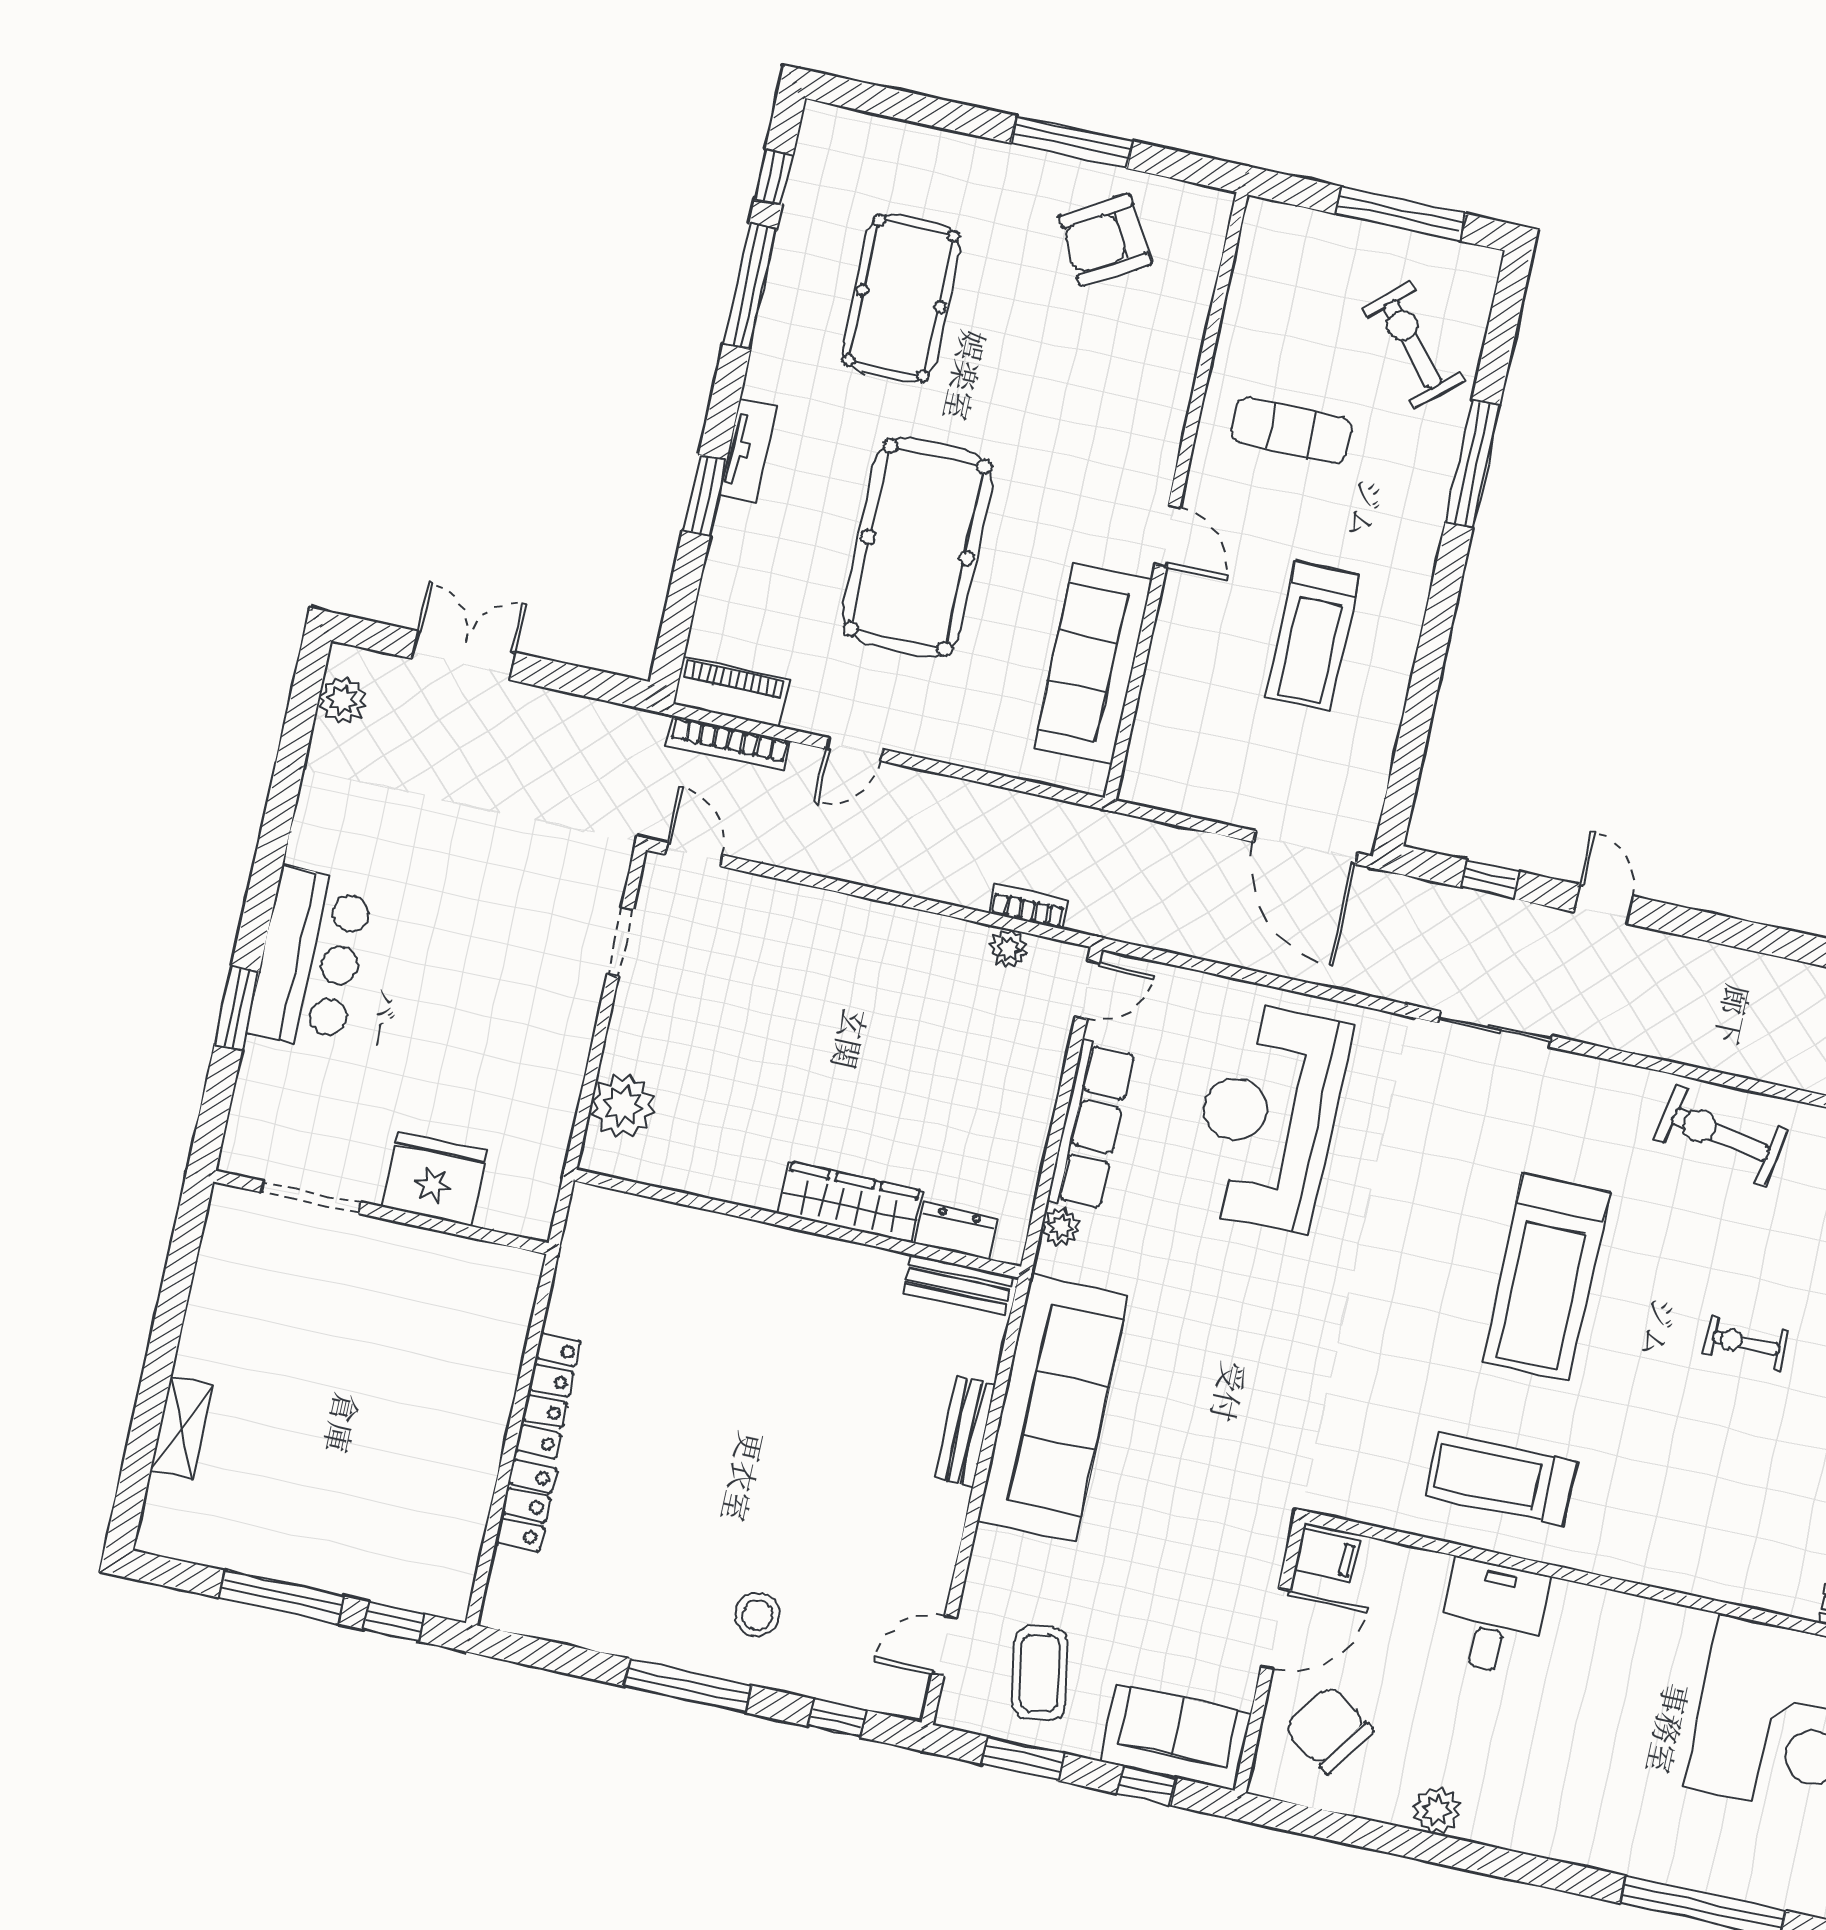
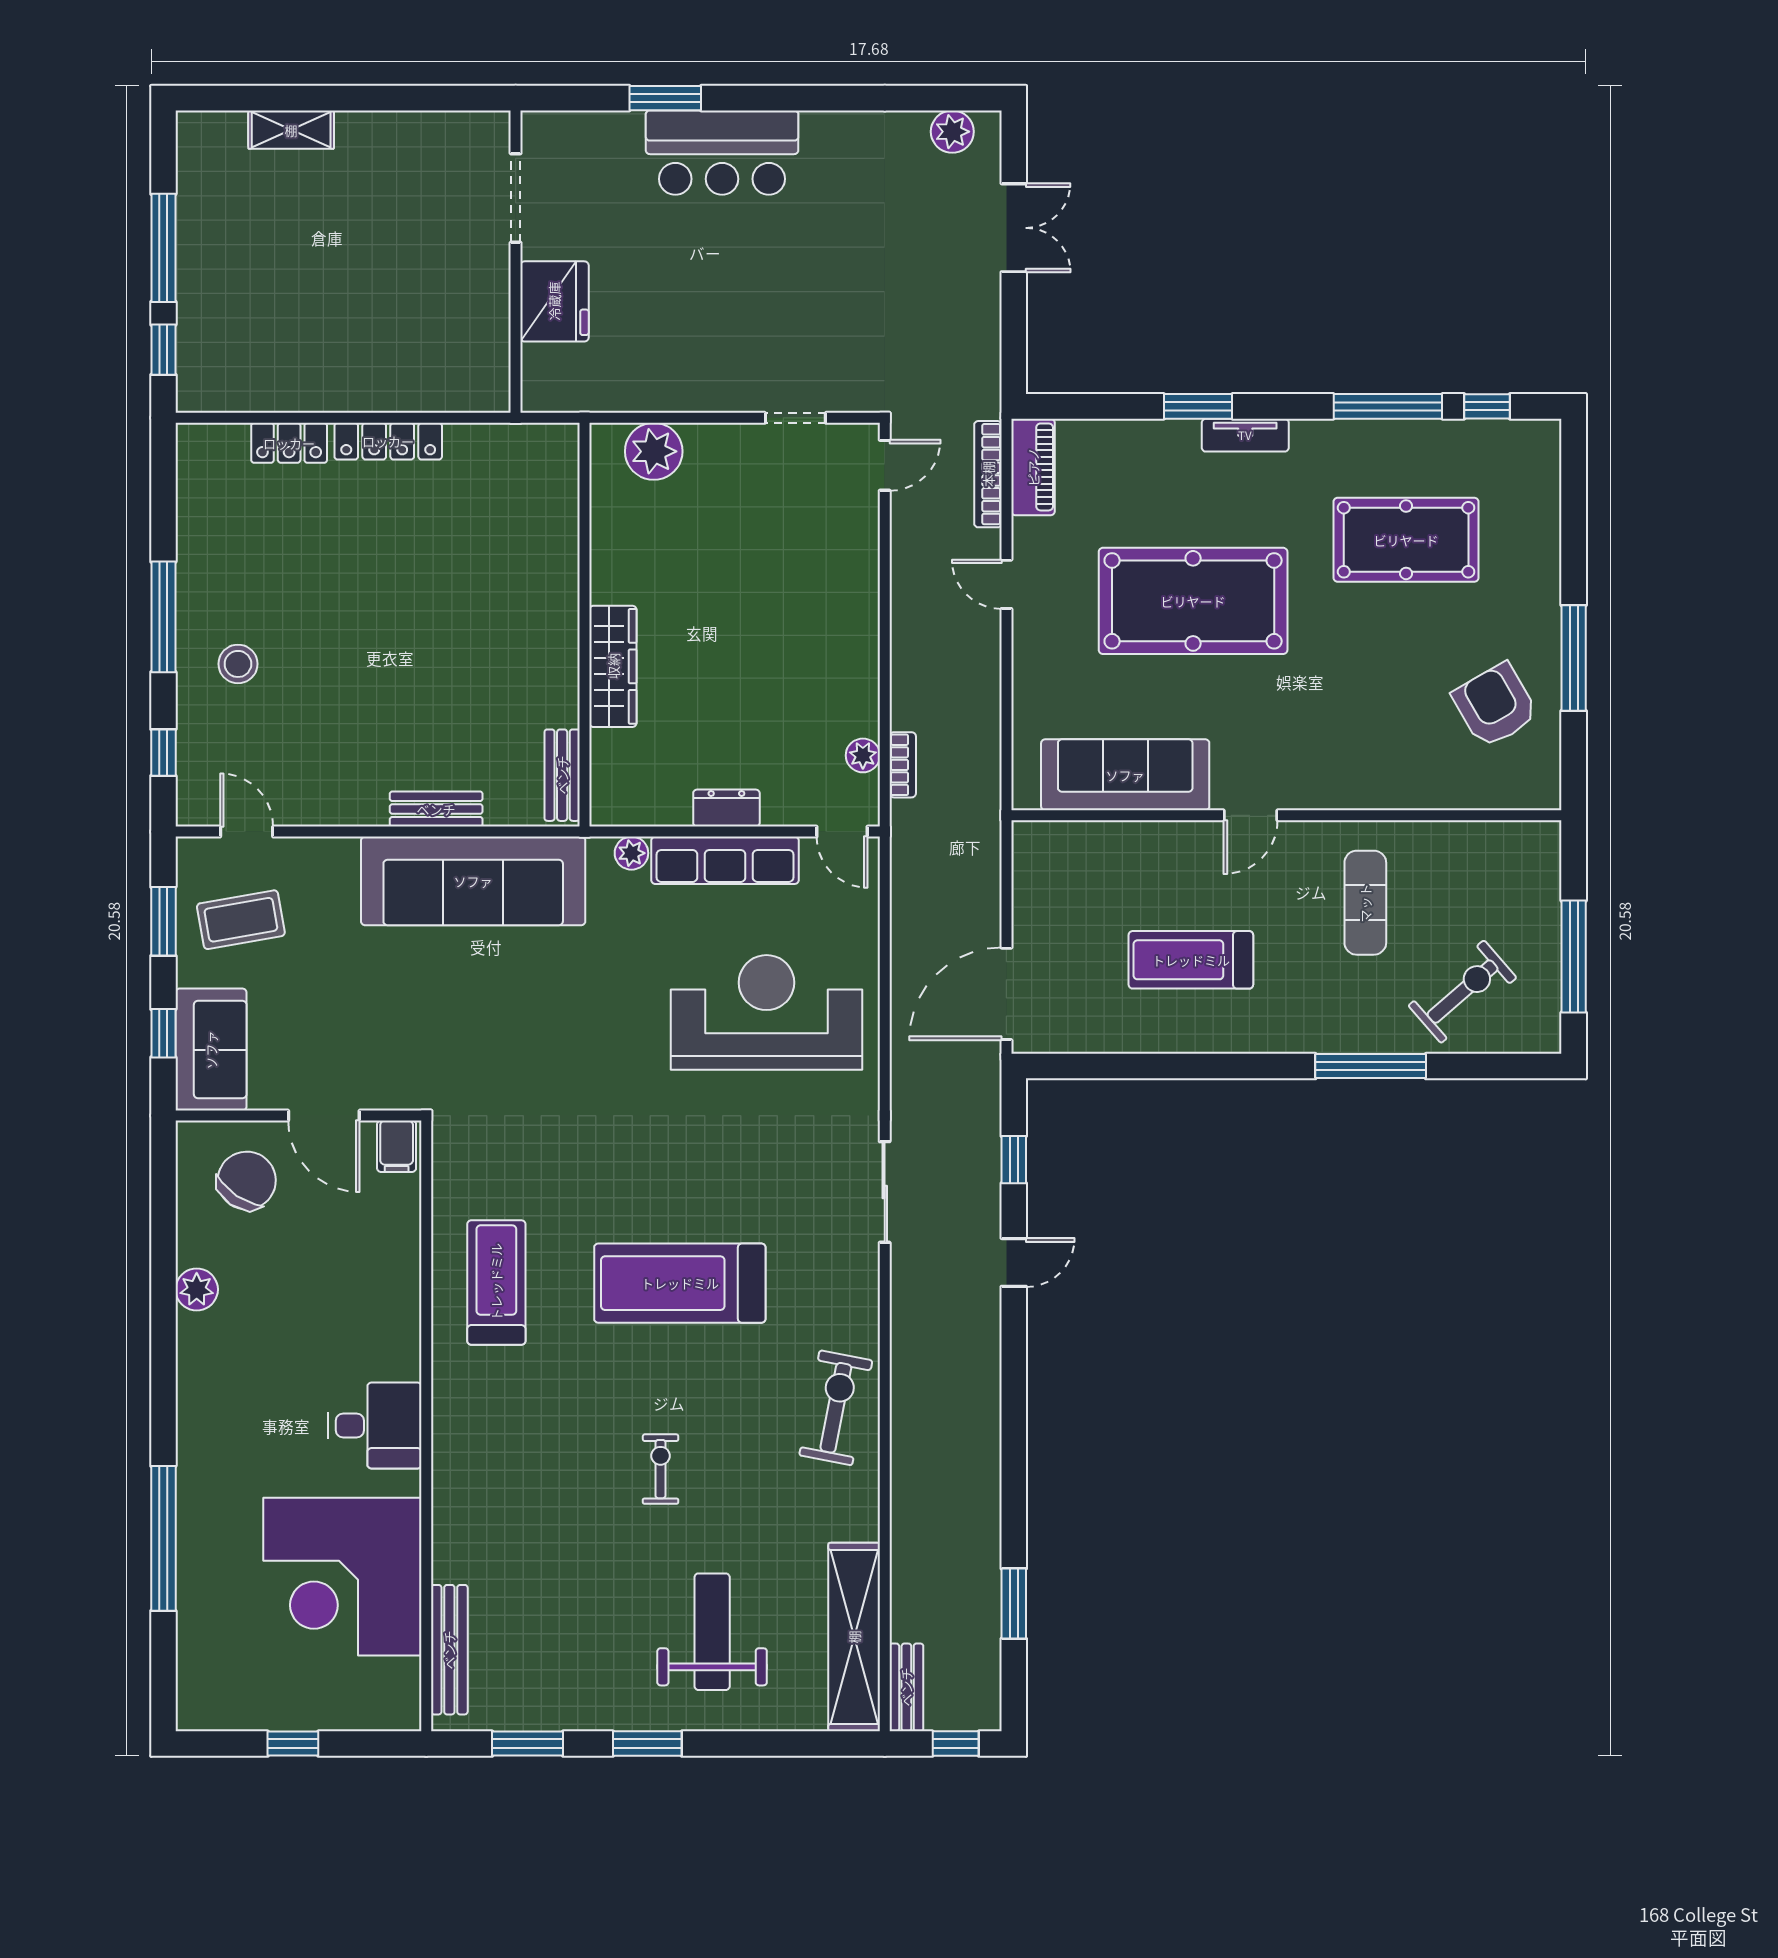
dresser: (956, 1231) -> (726, 808), moved, turned -90
desk: (1493, 1617) -> (375, 1426), moved

